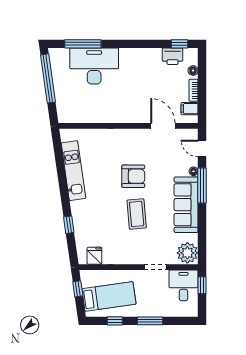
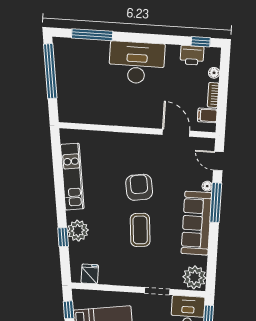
desk: (94, 66) -> (137, 63), moved
armchair: (133, 176) -> (139, 187), turned -99
plant: (81, 218) -> (78, 231), added

